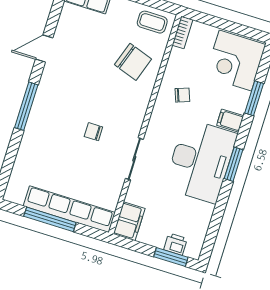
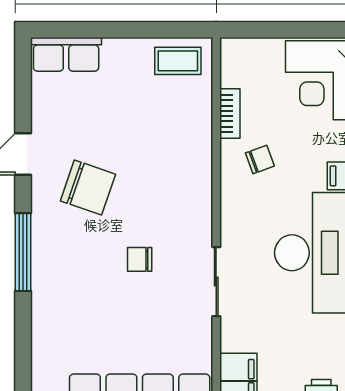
bookcase: (182, 32) -> (230, 114), moved
chair: (133, 62) -> (88, 188), moved

